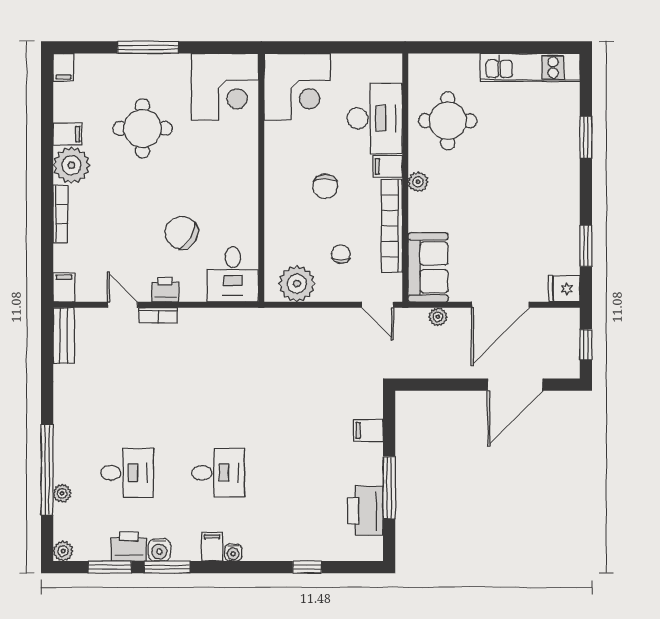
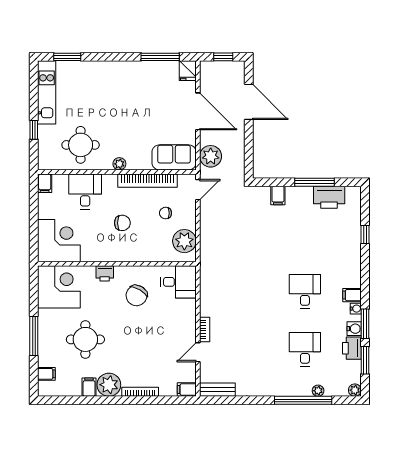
window: (471, 47) -> (34, 130), added
filing cabinet: (63, 67) -> (46, 374), moved
desk: (375, 118) -> (85, 191), width x0.73
window: (586, 137) -> (67, 57), moved
filing cabinet: (388, 166) -> (45, 183), moved
chair: (181, 233) -> (137, 295), moved
window: (586, 246) -> (160, 57), width x1.44
printer: (165, 290) -> (105, 273), moved, turned -90
plant: (438, 317) -> (211, 156), width x1.88, depth x1.88
water cooler: (233, 552) -> (356, 309), moved

